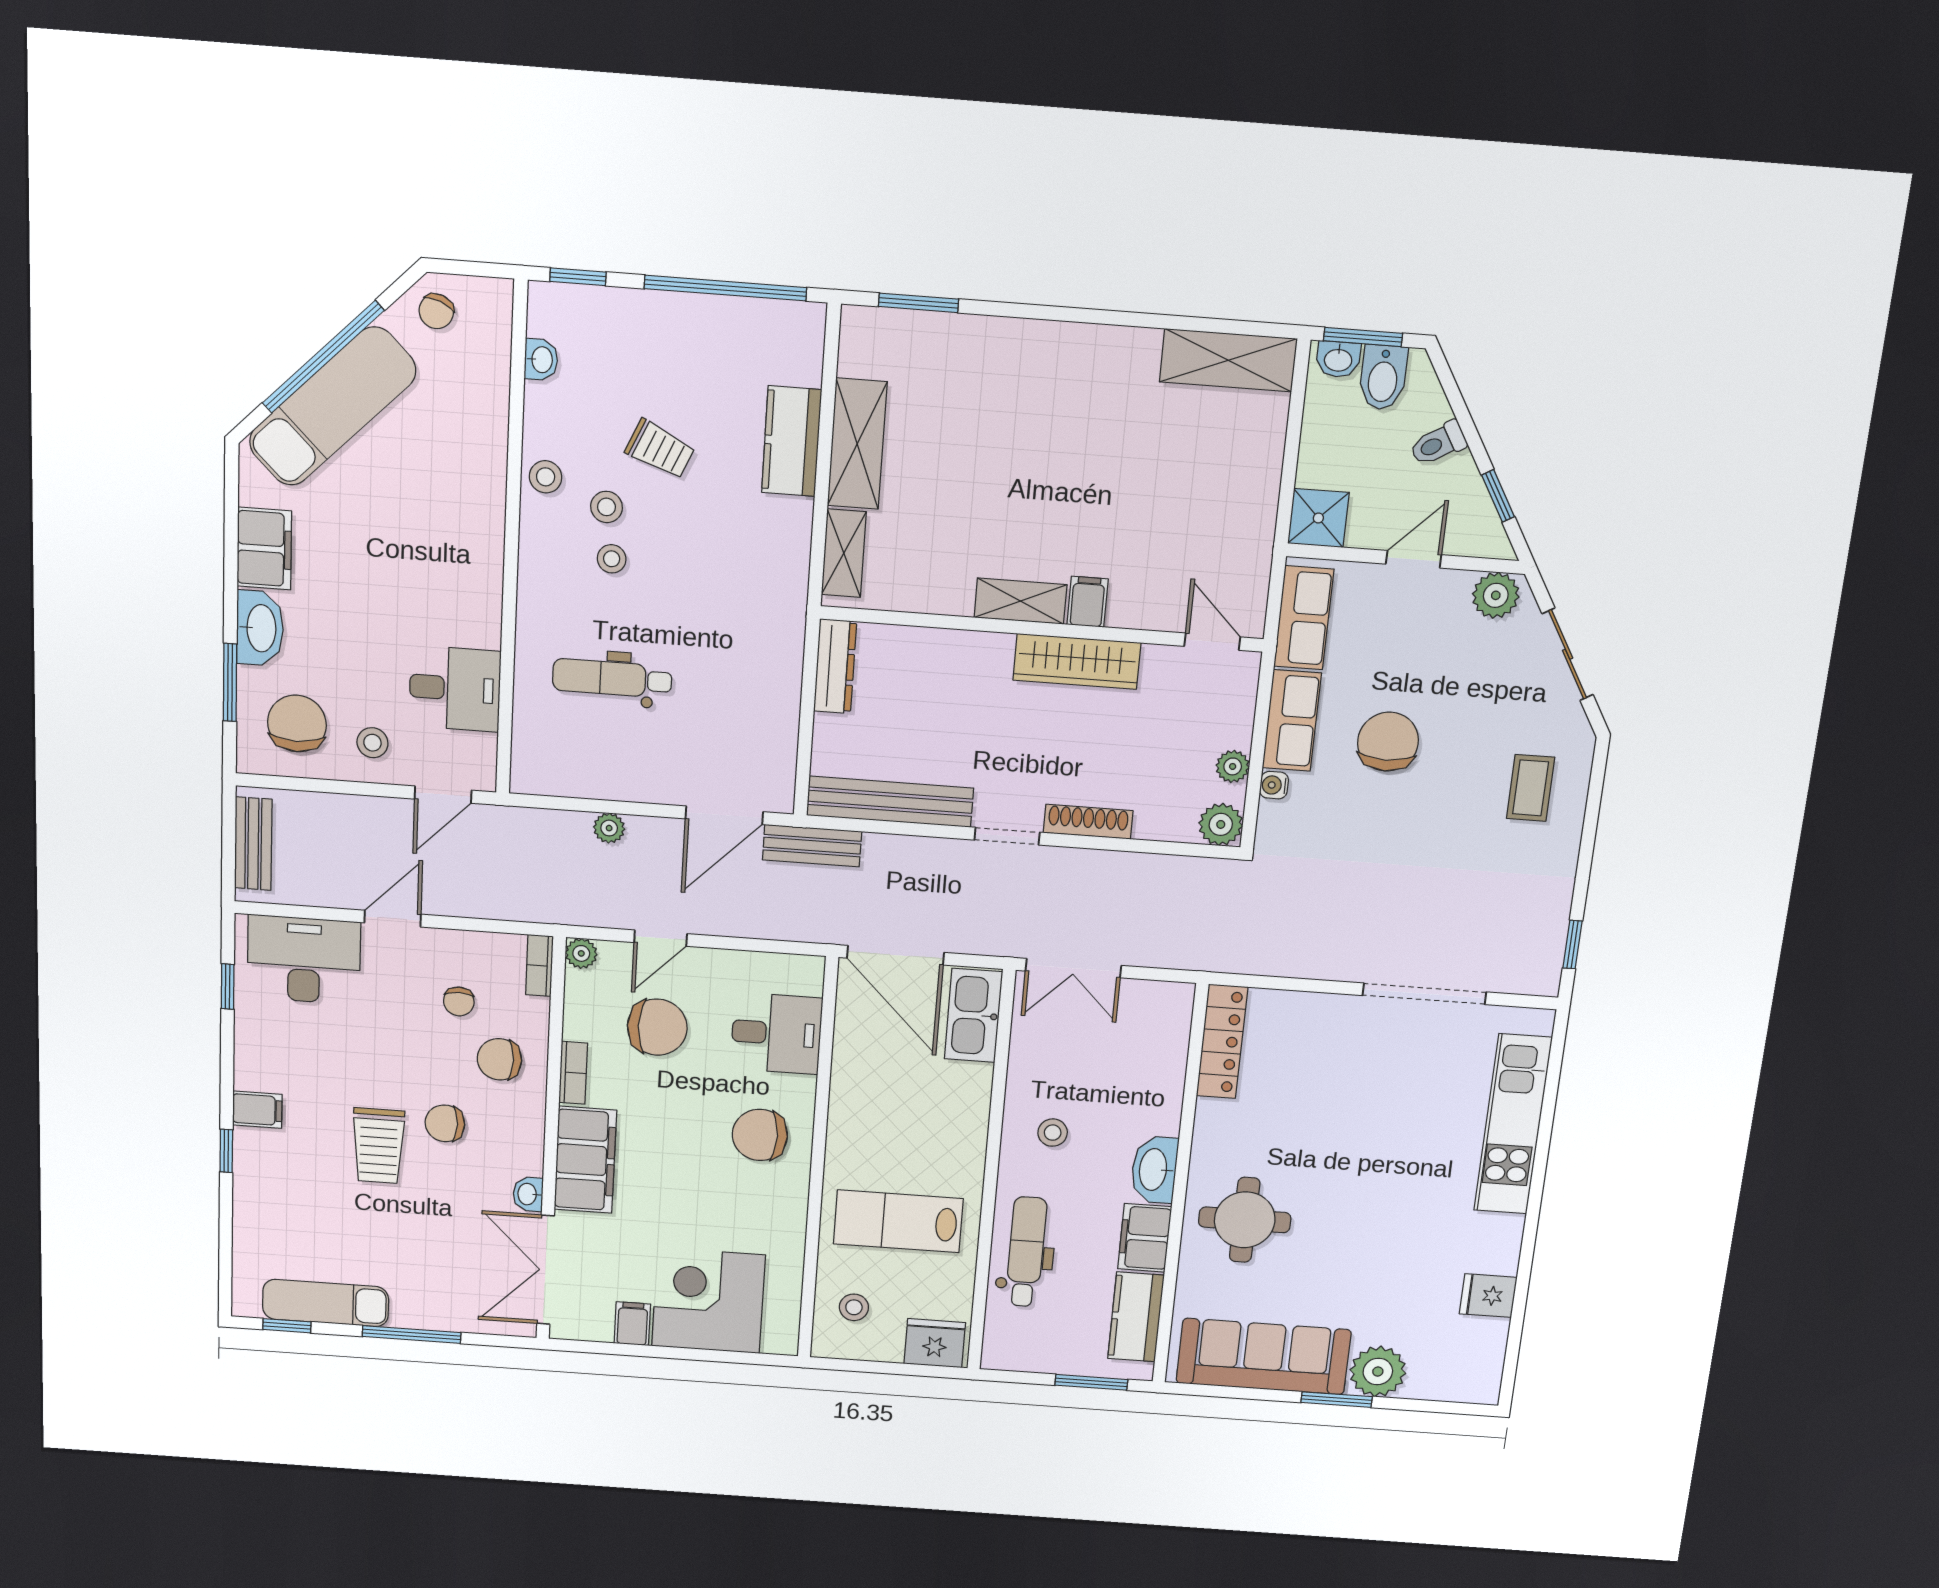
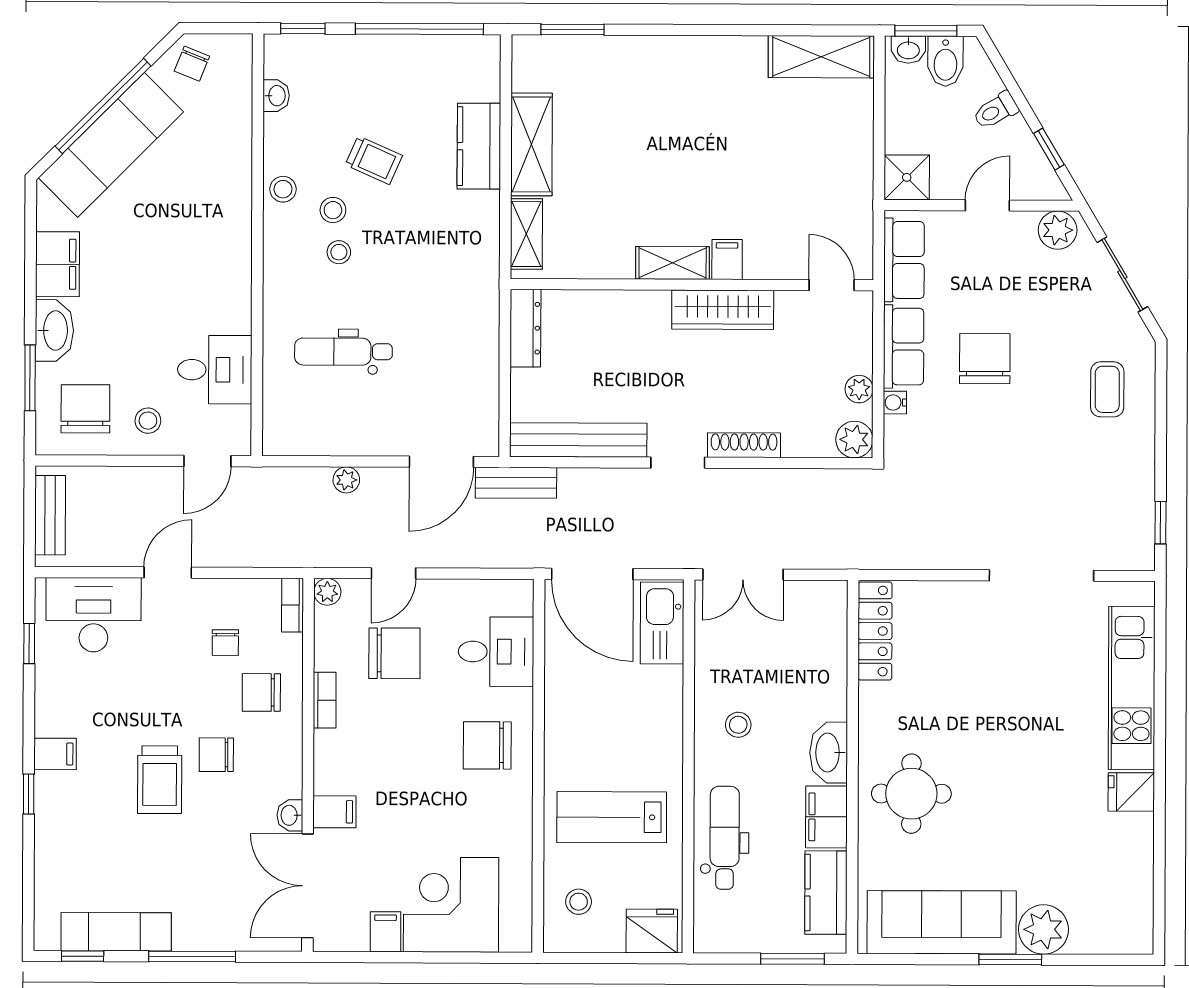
filing cabinet: (585, 1160) -> (334, 812), width x0.33, depth x0.86
fridge: (1488, 1296) -> (1131, 792), moved

